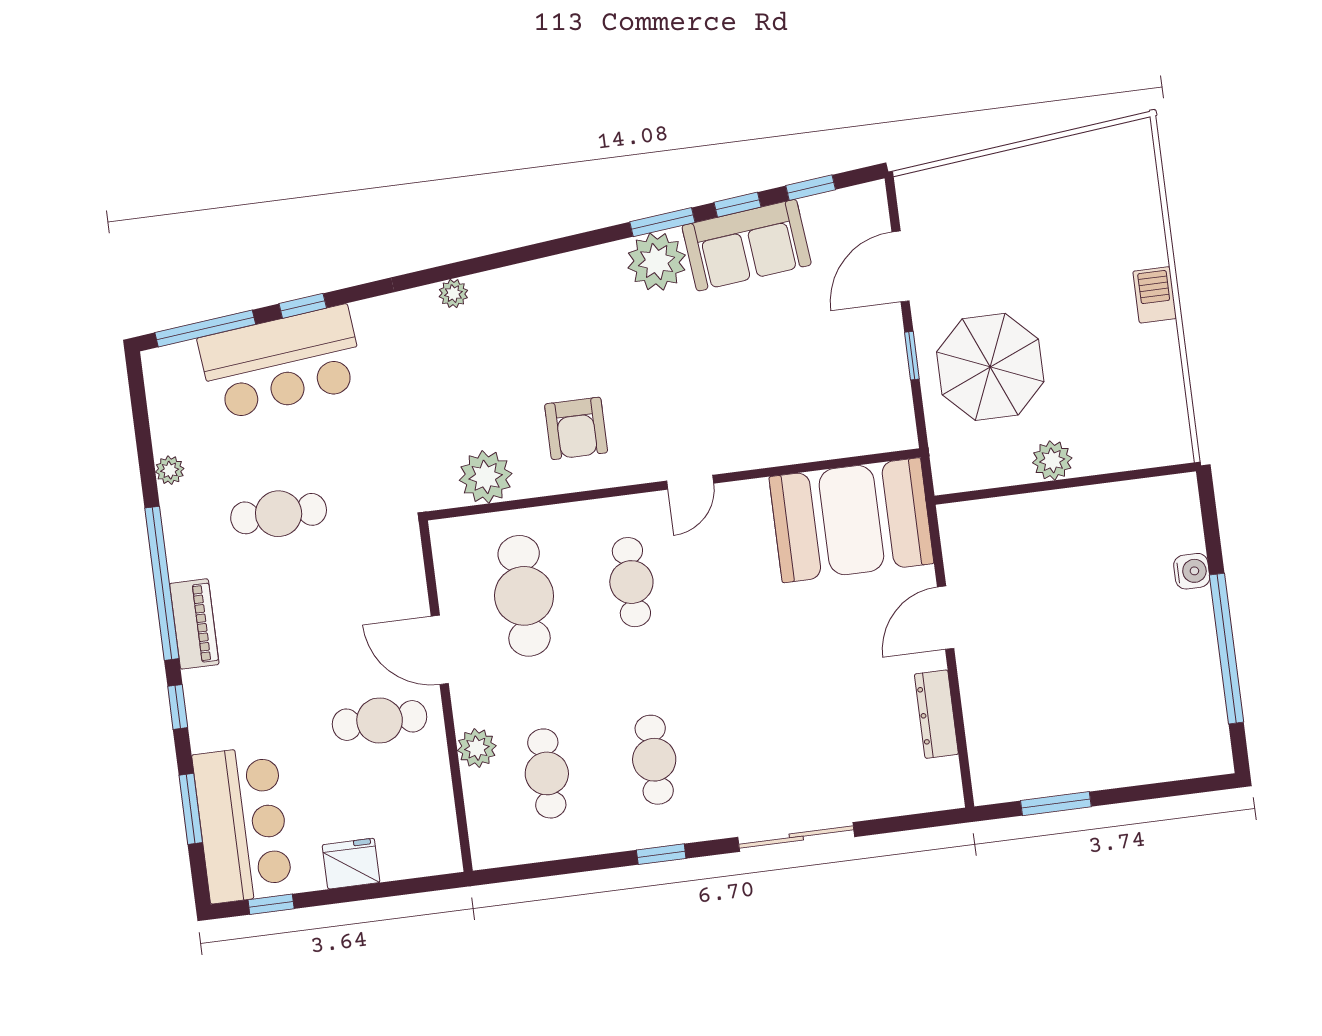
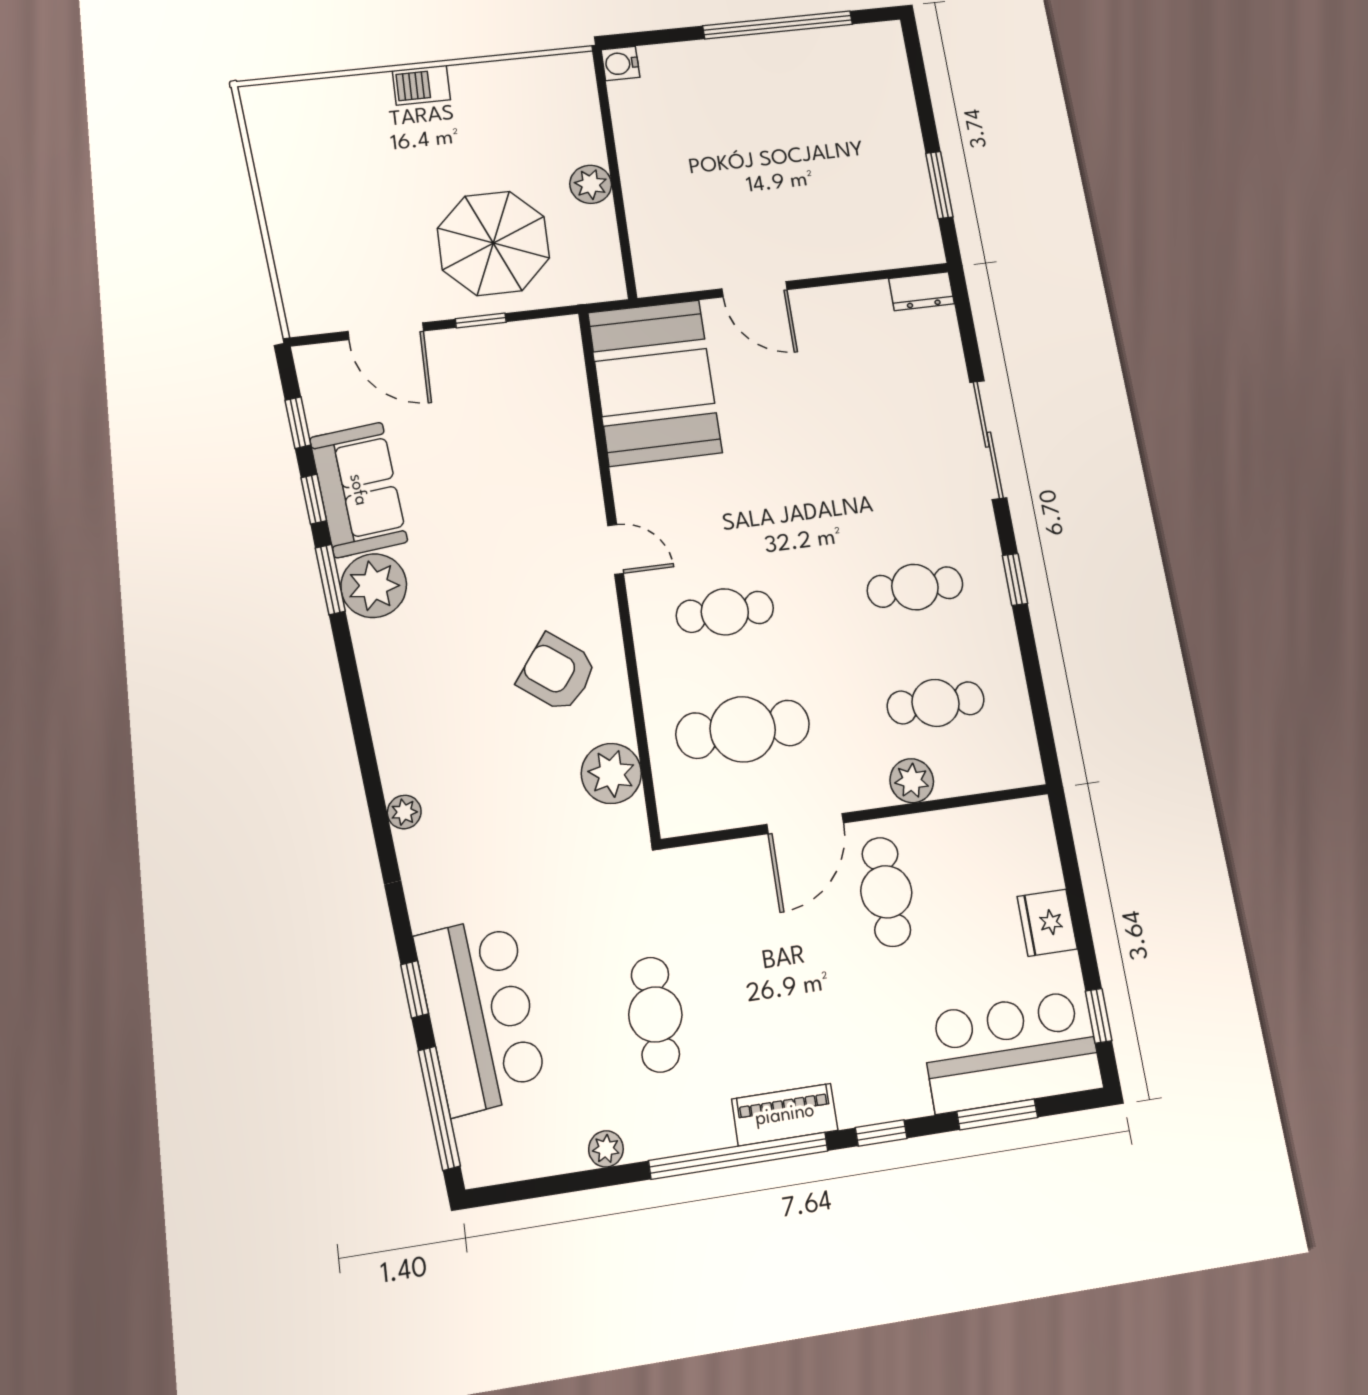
armchair: (576, 428) -> (557, 673), turned -143
water cooler: (1192, 571) -> (621, 64), moved, turned -90
dresser: (936, 714) -> (921, 291), moved, width x0.70

